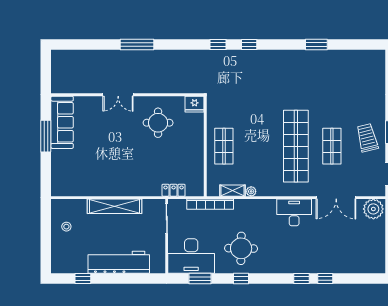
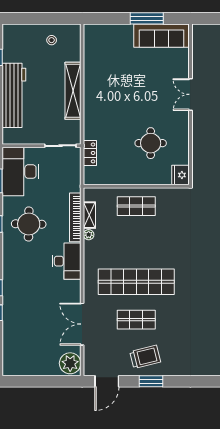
round table: (158, 123) -> (151, 143), moved
bookcase: (210, 204) -> (75, 217), moved
desk: (294, 212) -> (66, 261), moved

